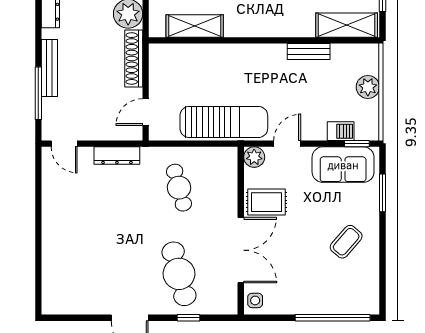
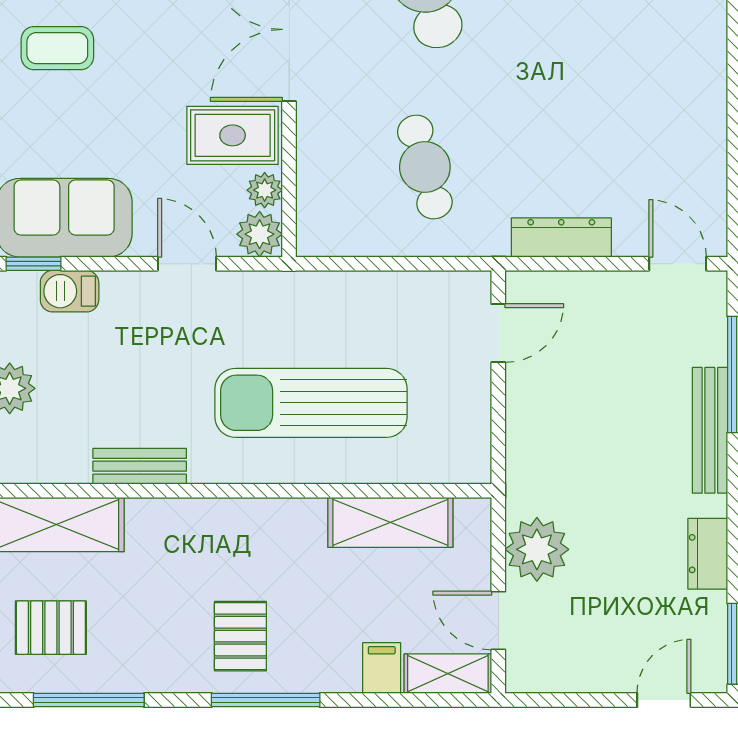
shoe rack: (134, 58) -> (524, 451), removed
sun lounger: (224, 122) -> (311, 403), moved
door: (287, 144) -> (187, 264), swing flipped
plant: (252, 177) -> (265, 190), added
coffee table: (346, 242) -> (57, 48), turned 49

